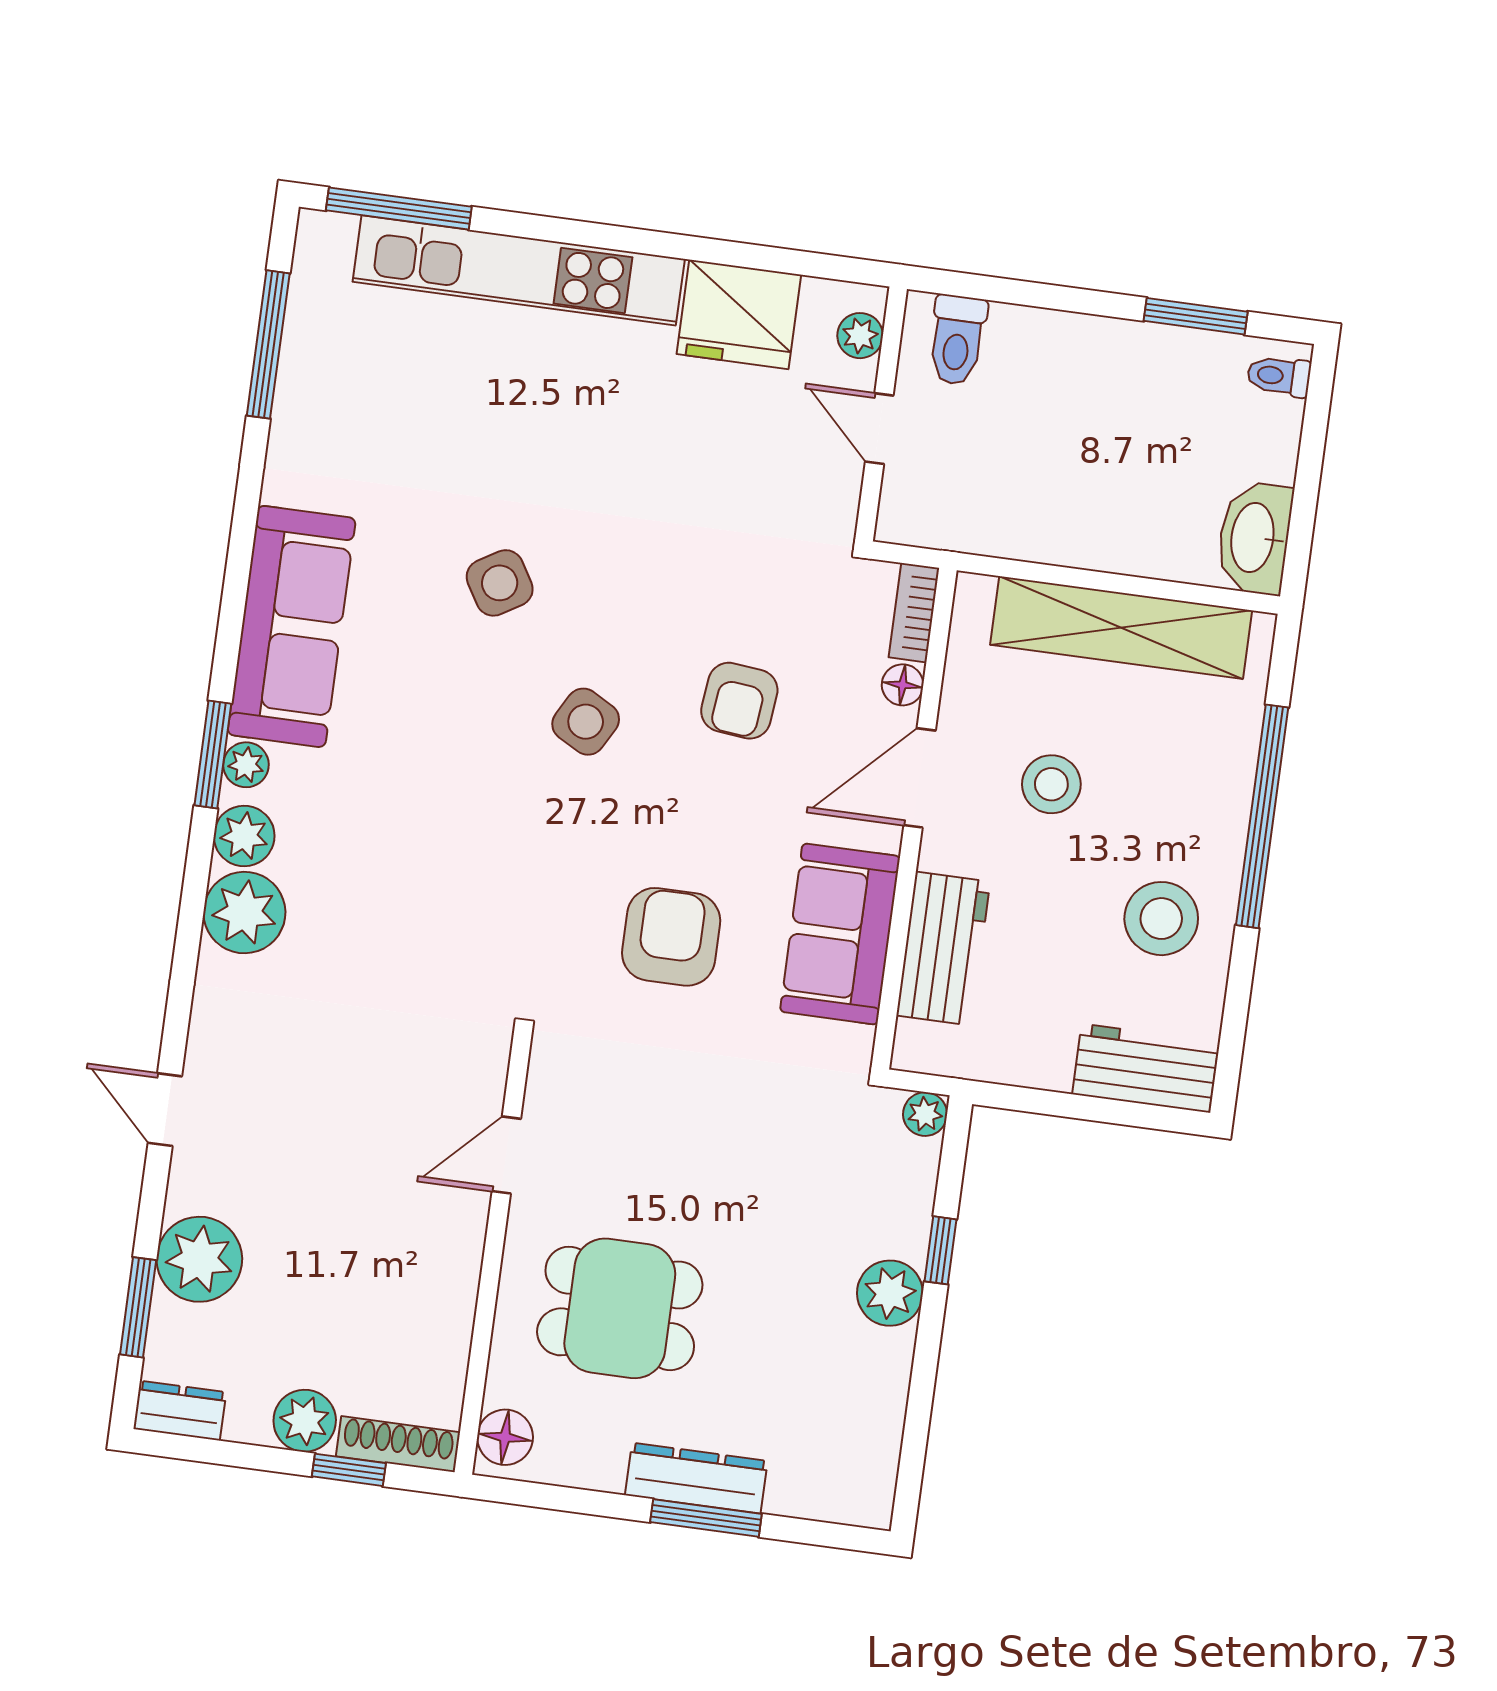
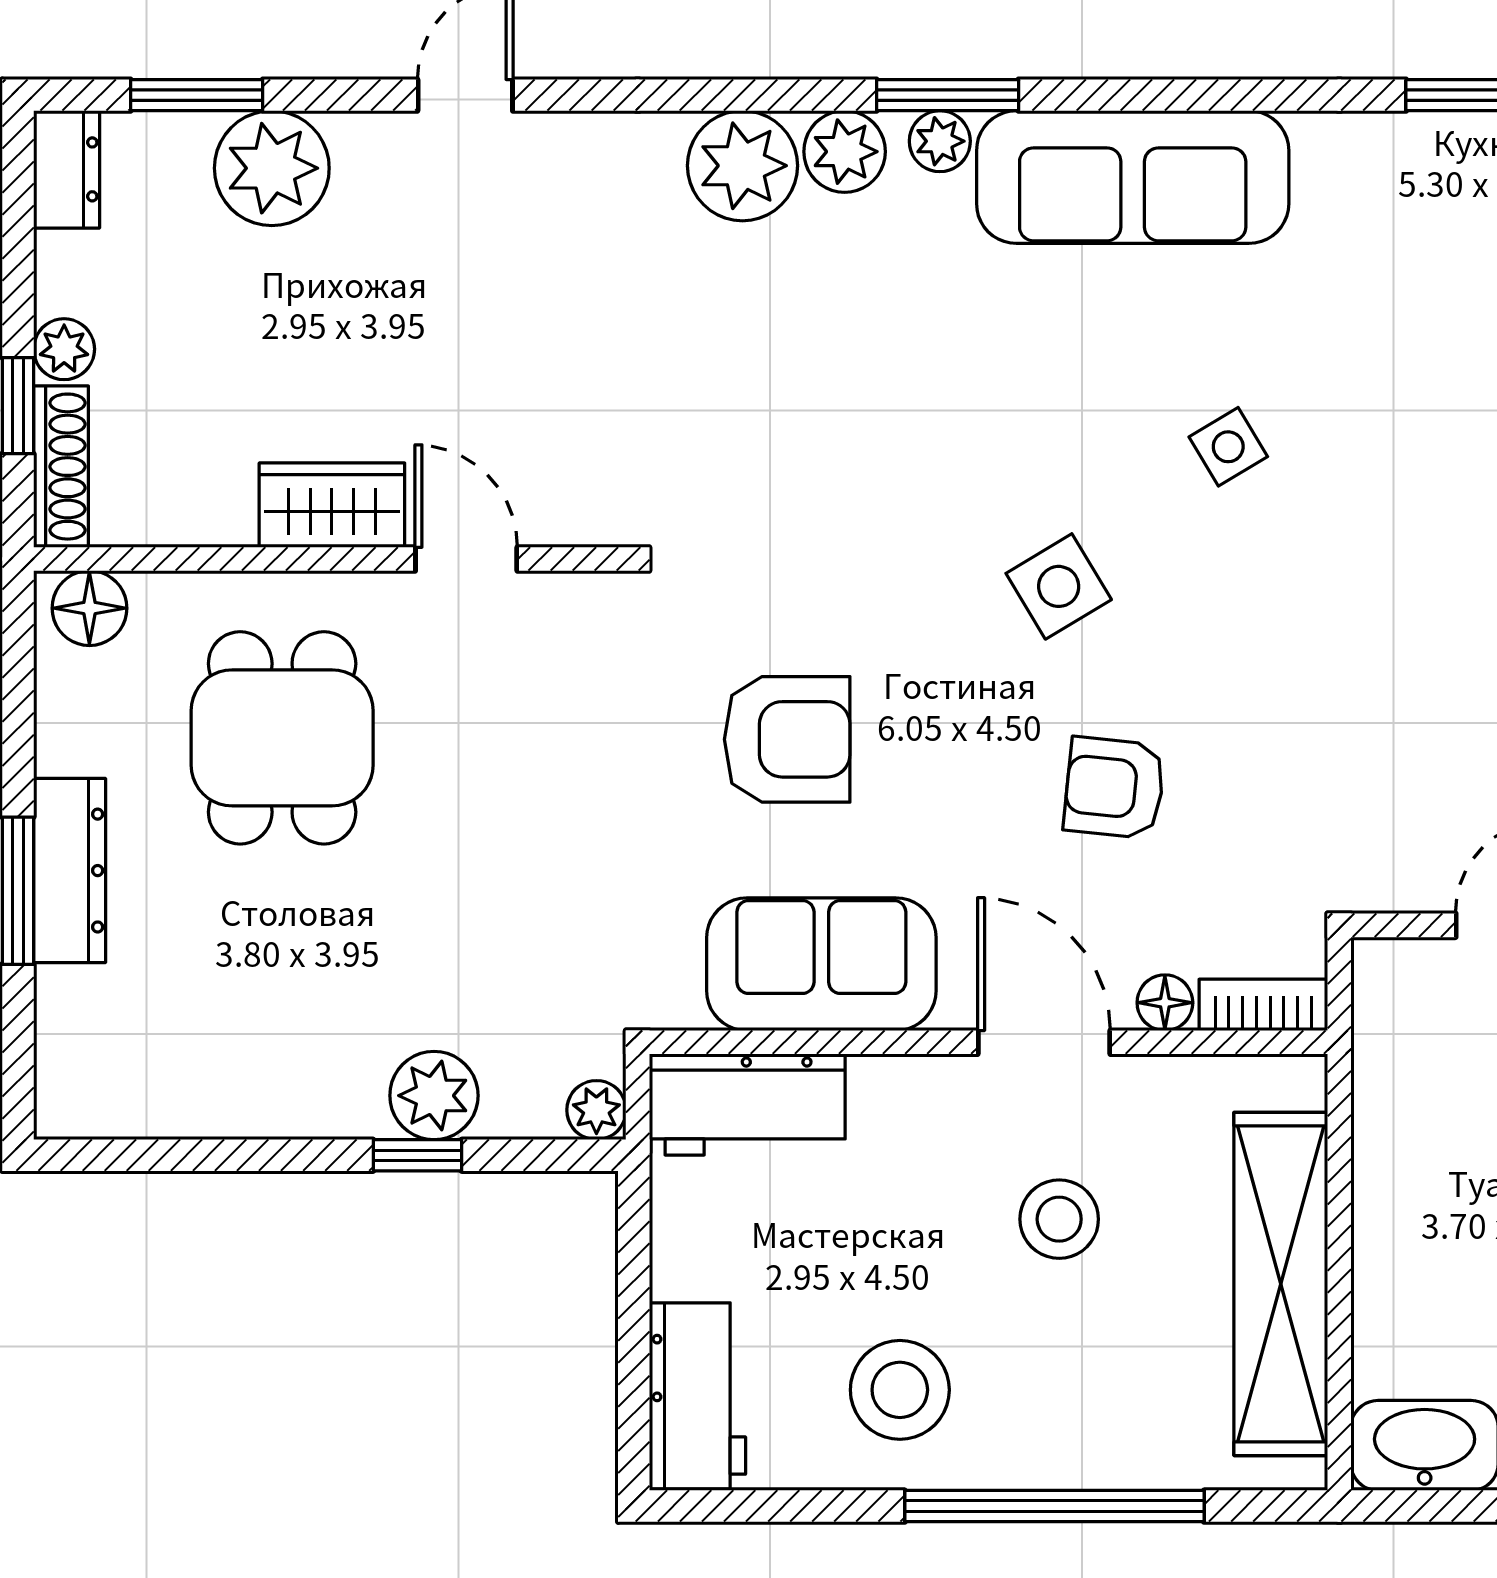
side table: (500, 583) -> (1228, 447), width x0.73, depth x0.73
side table: (586, 722) -> (1059, 586), turned 30
workbench: (943, 949) -> (747, 1105), moved
wardrobe: (453, 1249) -> (332, 505), added
plant: (890, 1293) -> (434, 1096), moved
plant: (305, 1421) -> (64, 349), width x0.73, depth x0.73

